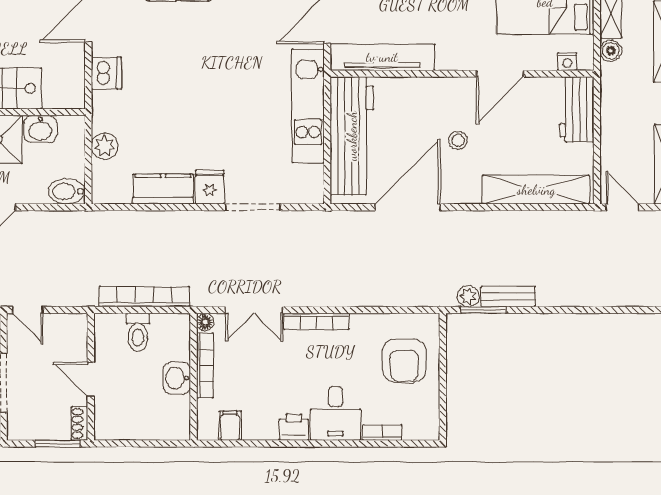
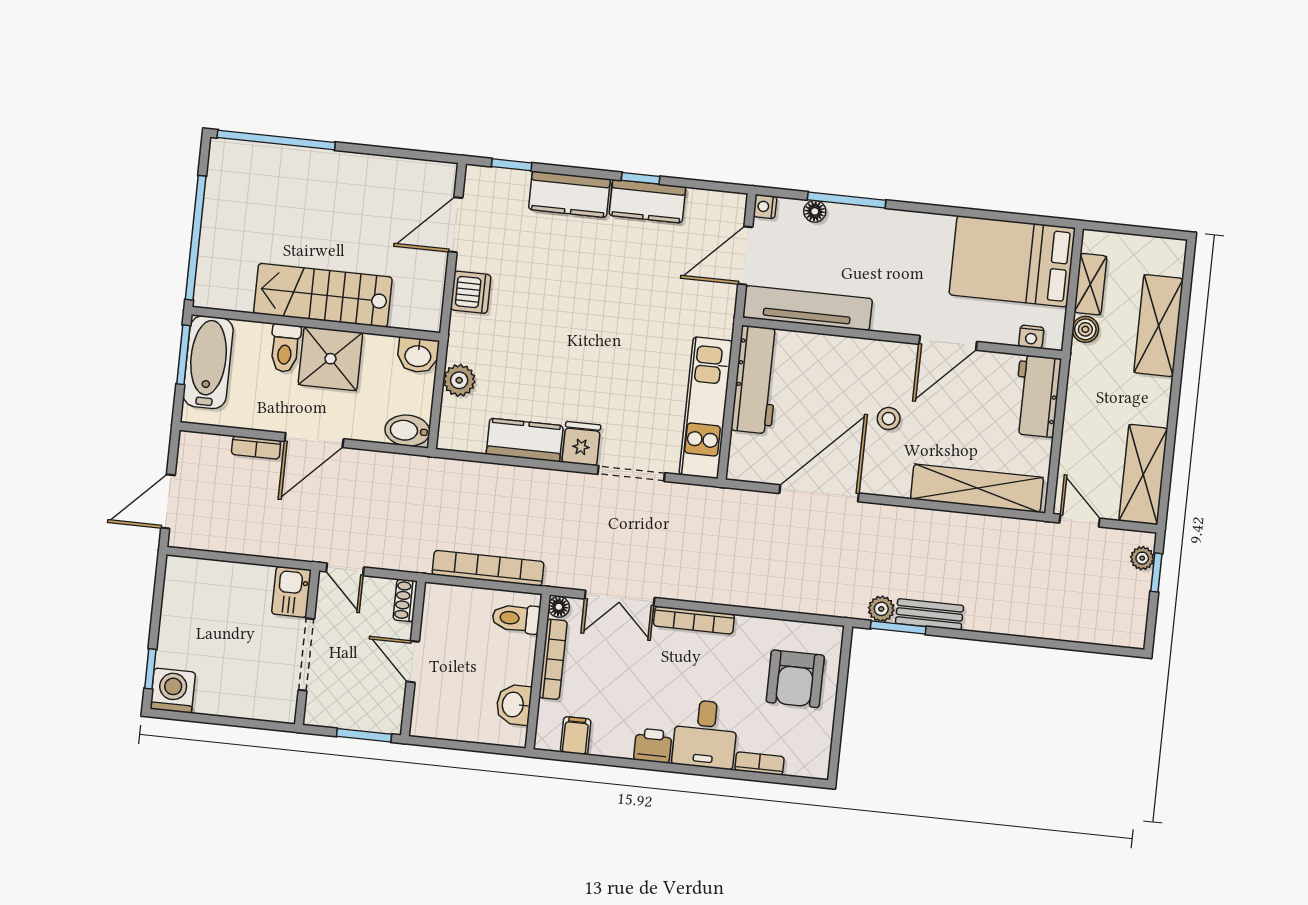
kitchen unit: (308, 106) -> (706, 408), moved
washbasin: (40, 129) -> (418, 355), moved
workbench: (352, 136) -> (756, 380), width x0.73, depth x0.76
toilet: (138, 332) -> (516, 618), moved, turned 90
washbasin: (177, 378) -> (514, 705), moved
shoe rack: (79, 423) -> (405, 600), moved

